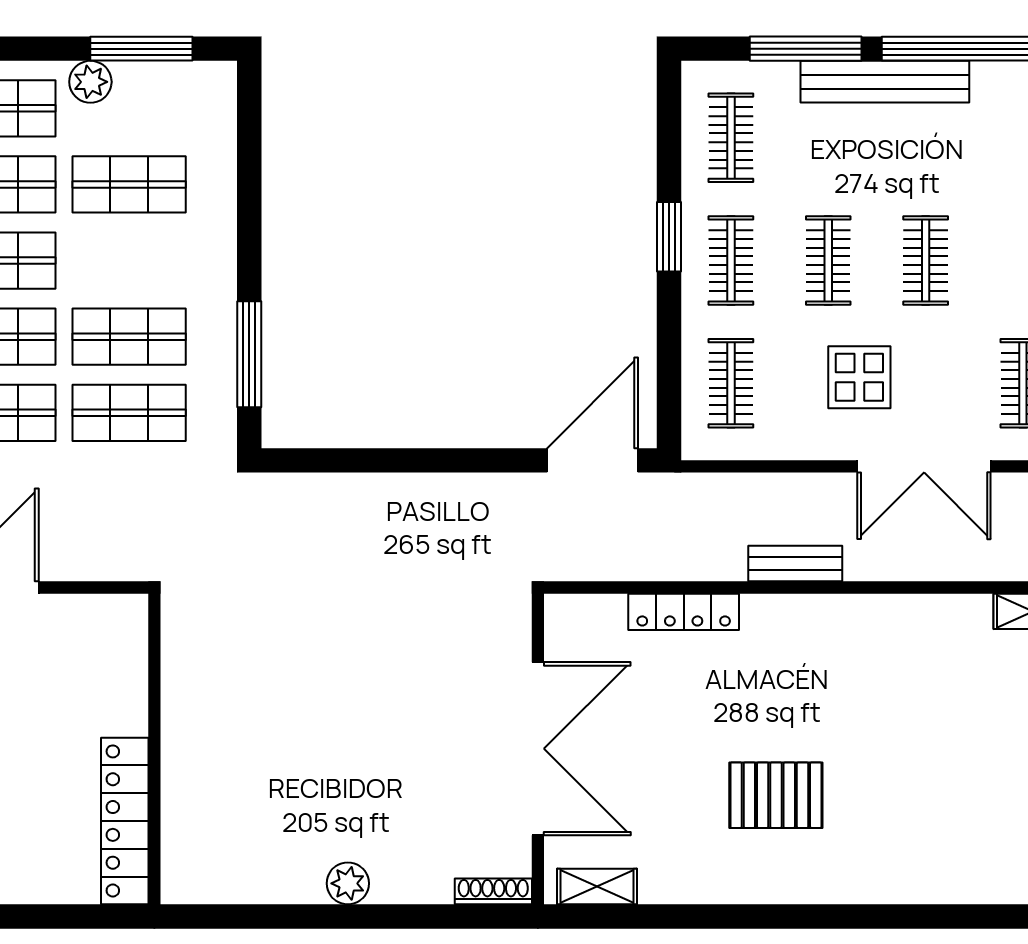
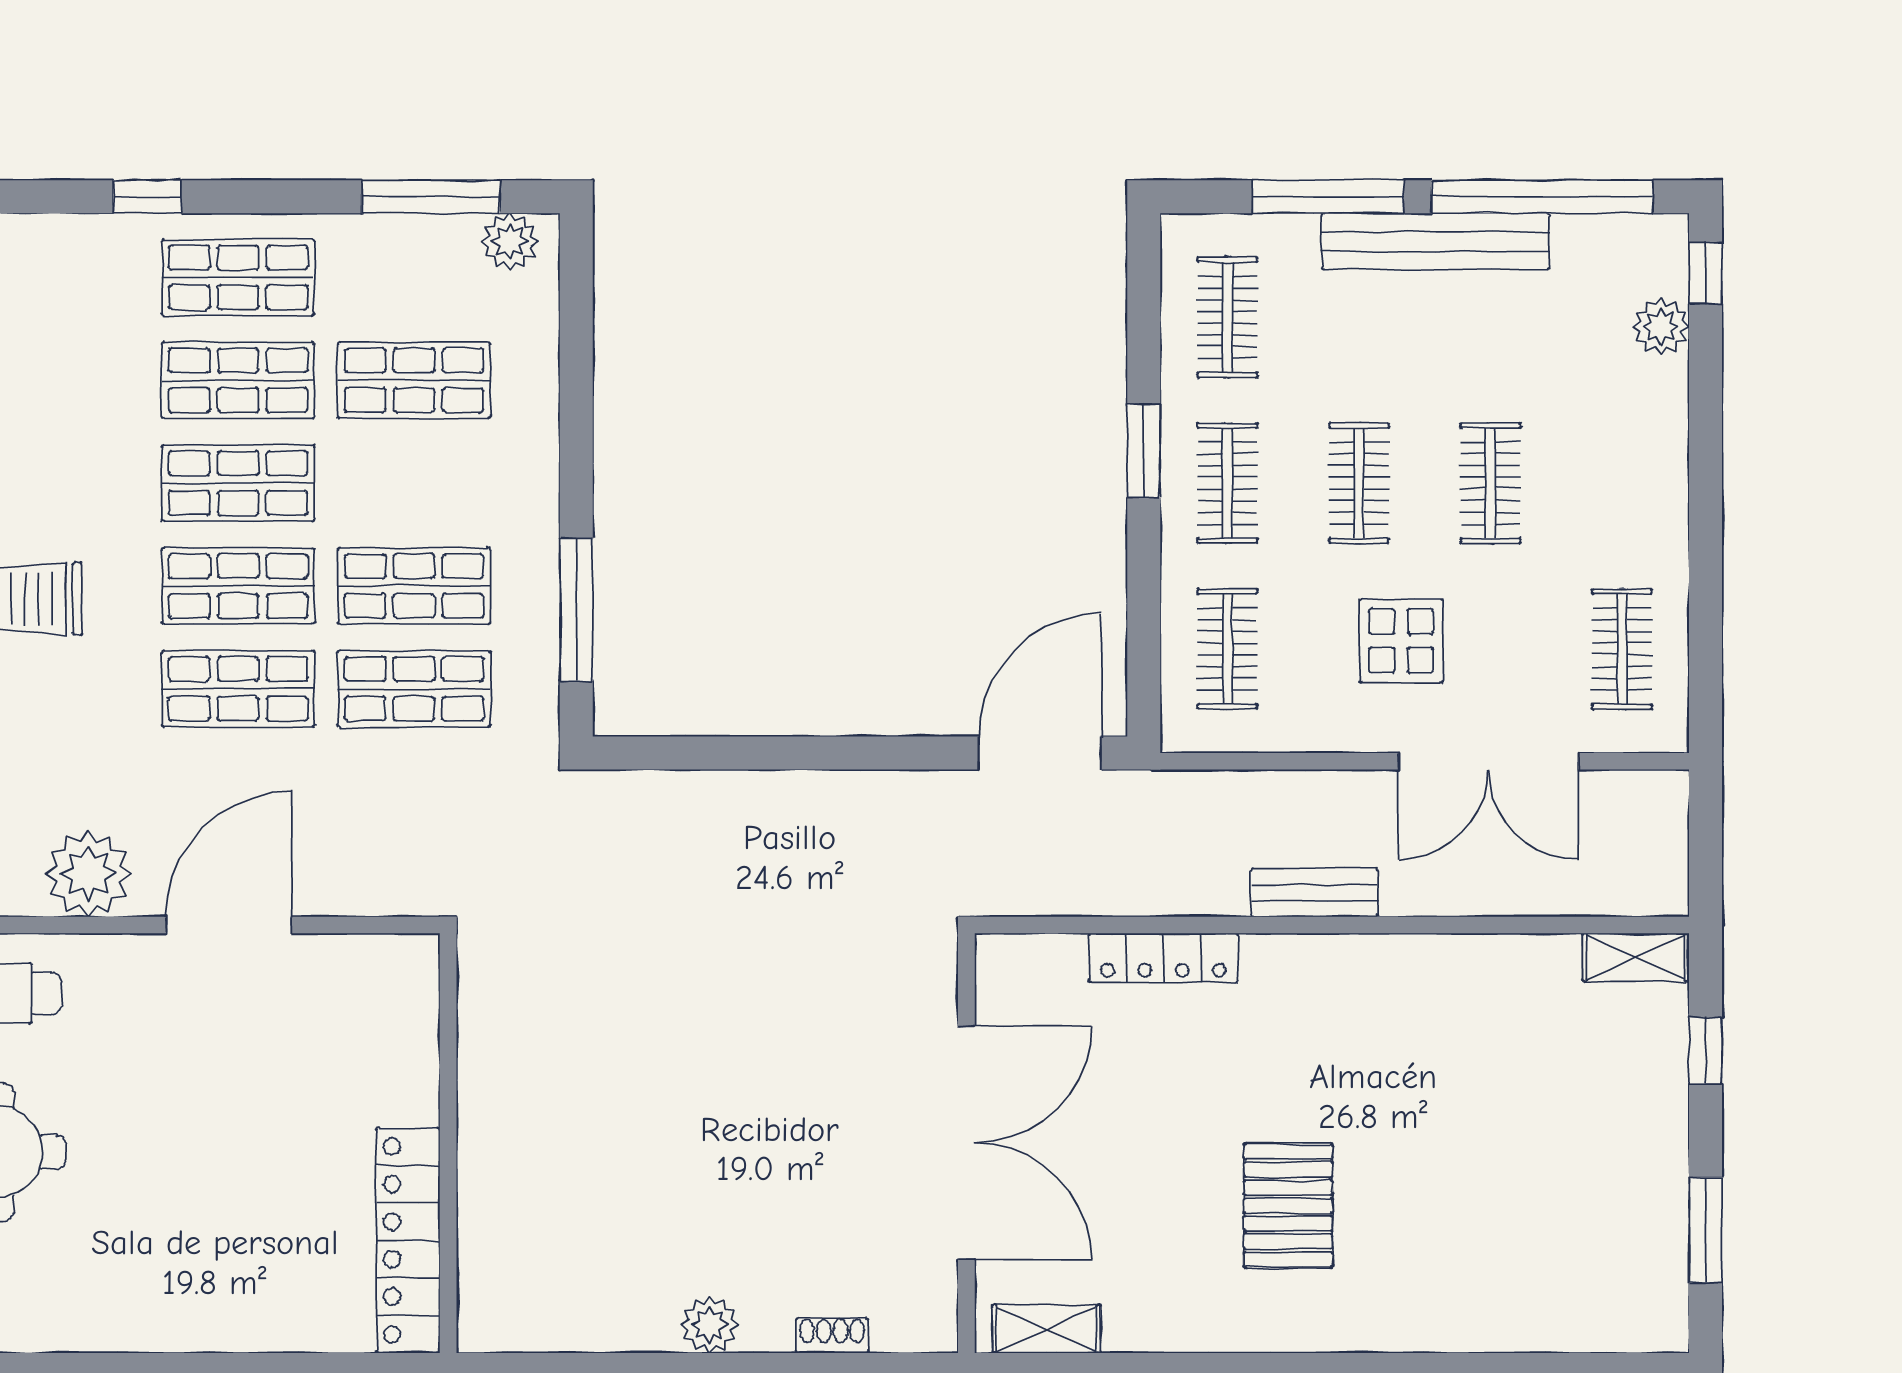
plant: (90, 82) -> (510, 242), moved
pallet: (776, 795) -> (1288, 1206), turned 90
shoe rack: (493, 891) -> (832, 1336), moved, width x0.70

